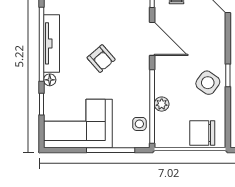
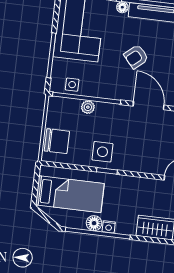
door: (152, 39) -> (149, 106), swing flipped
side table: (208, 83) -> (102, 152), turned -36
chair: (202, 133) -> (57, 141), turned 90

